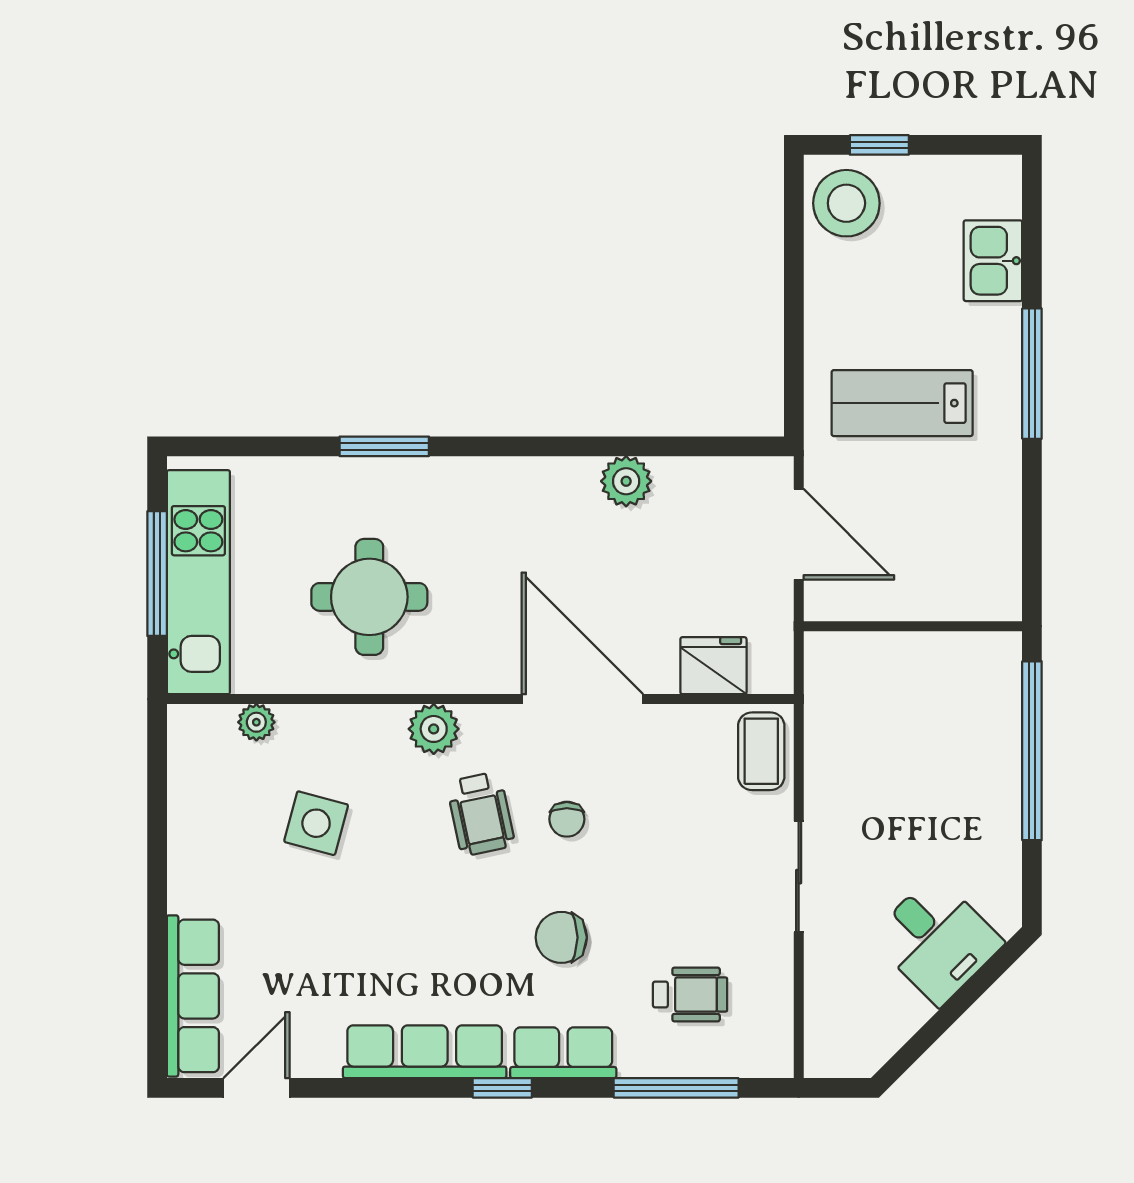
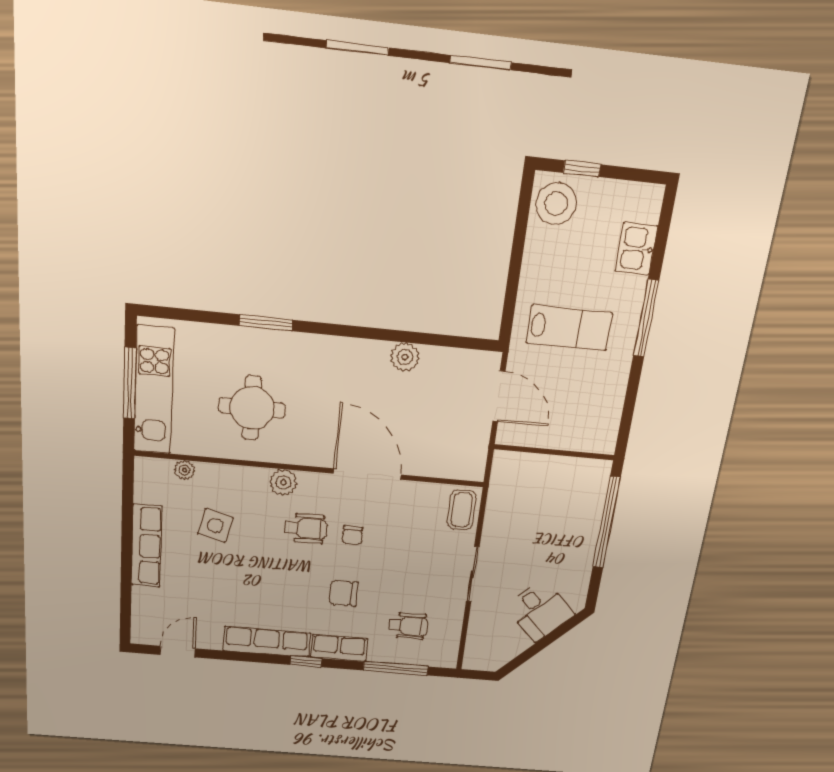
lab bench: (902, 403) -> (569, 328), turned 180
fridge: (713, 666) -> (442, 463), removed
wheelchair: (481, 814) -> (306, 528), turned -78
row of seats: (193, 996) -> (146, 546), moved

